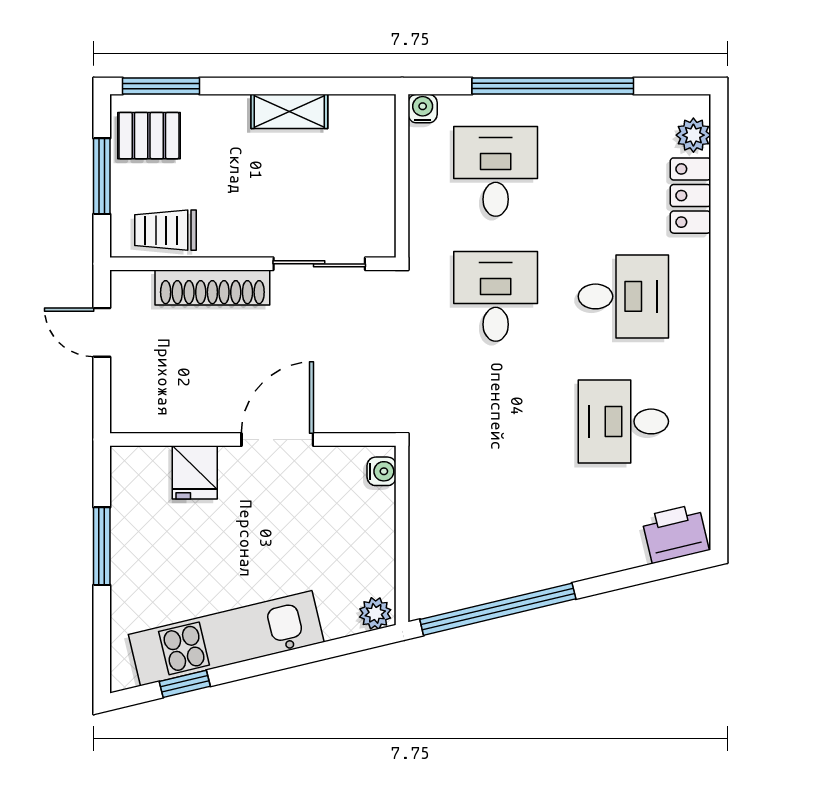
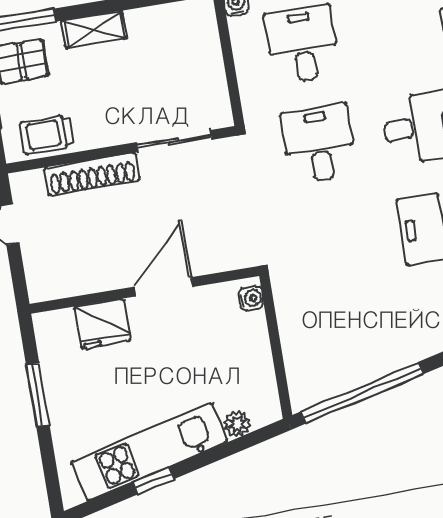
shelving: (289, 111) -> (94, 29), moved
fridge: (195, 472) -> (102, 324), width x1.38
plant: (375, 613) -> (237, 424), moved
window: (185, 684) -> (153, 481), moved

